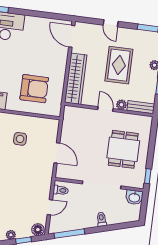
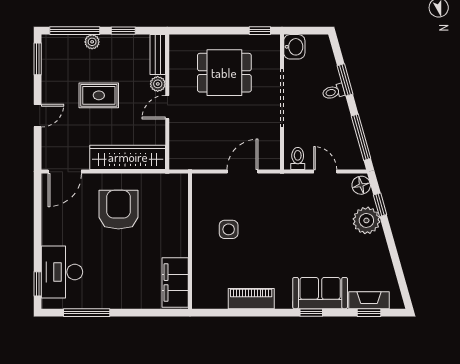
rug: (119, 65) -> (99, 95), width x0.73, depth x0.70
armchair: (34, 89) -> (118, 210), moved
window: (108, 228) -> (345, 80), added
plant: (11, 235) -> (366, 220), width x1.88, depth x1.88

